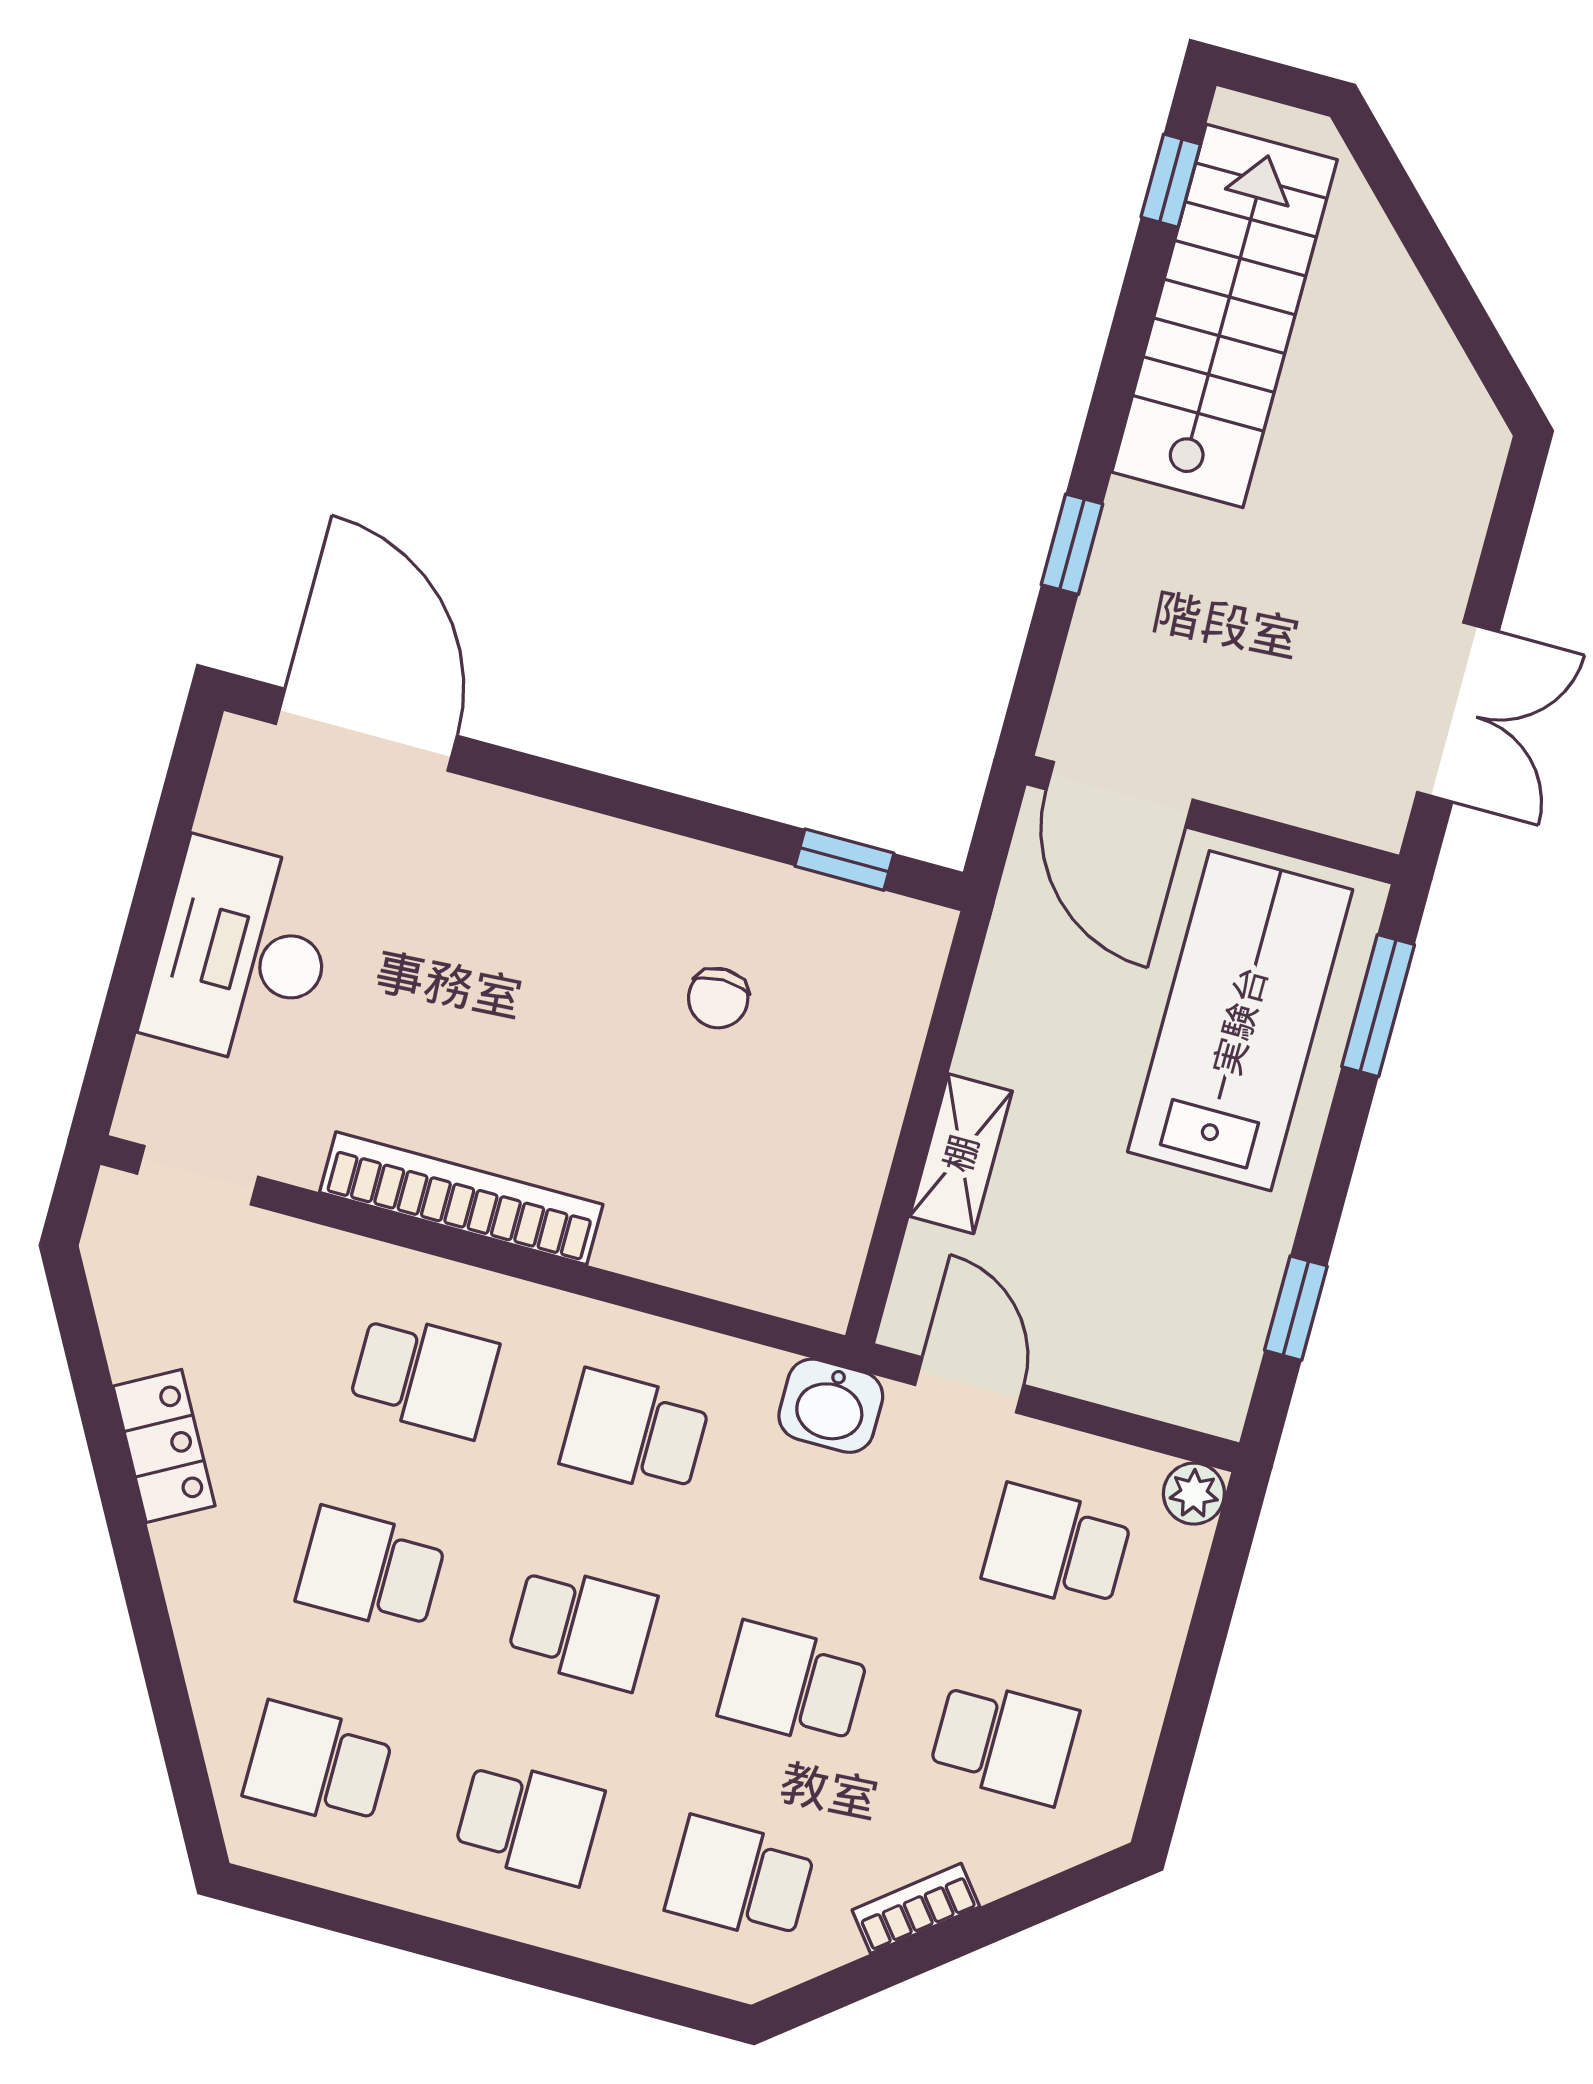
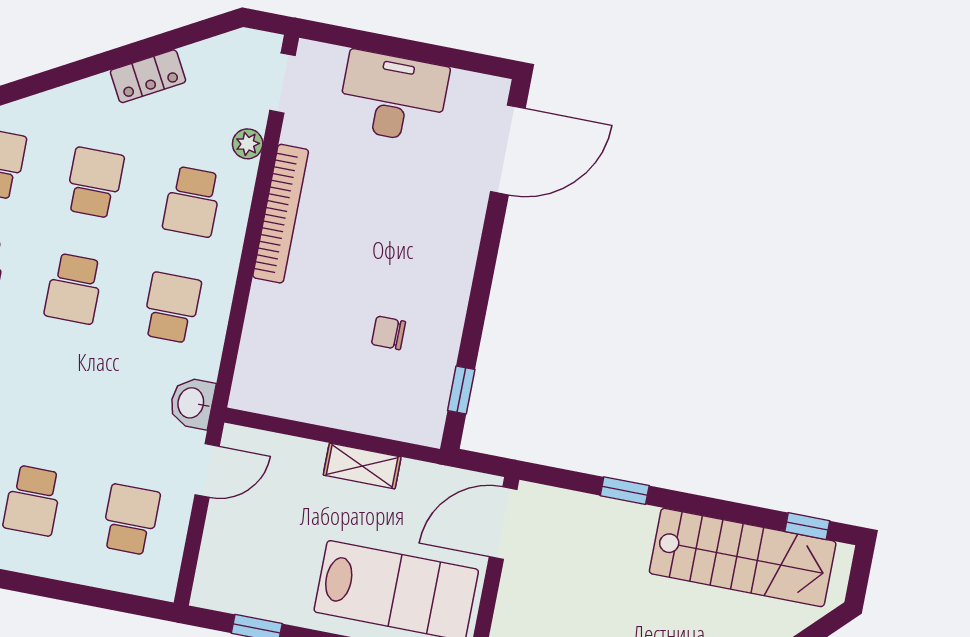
shelving: (961, 1154) -> (362, 466), moved
plant: (1194, 1494) -> (248, 144), moved
school desk: (793, 1685) -> (53, 395), removed

